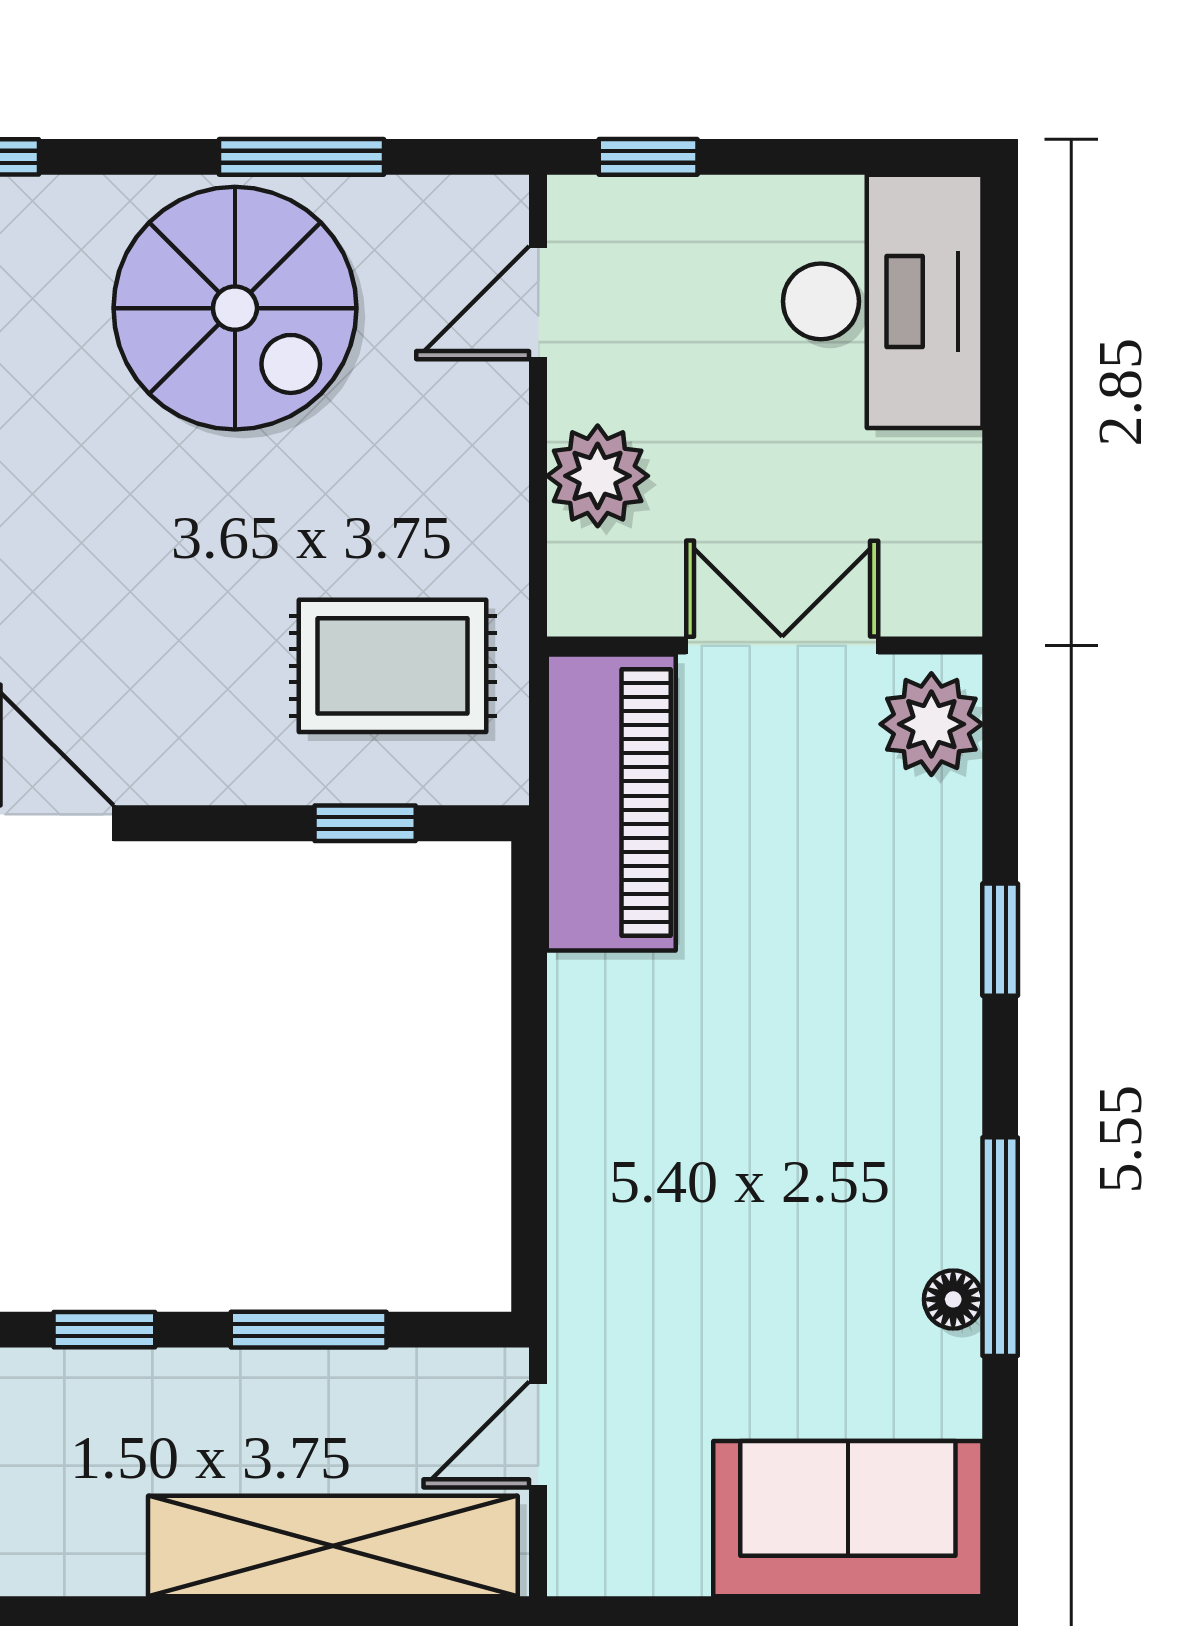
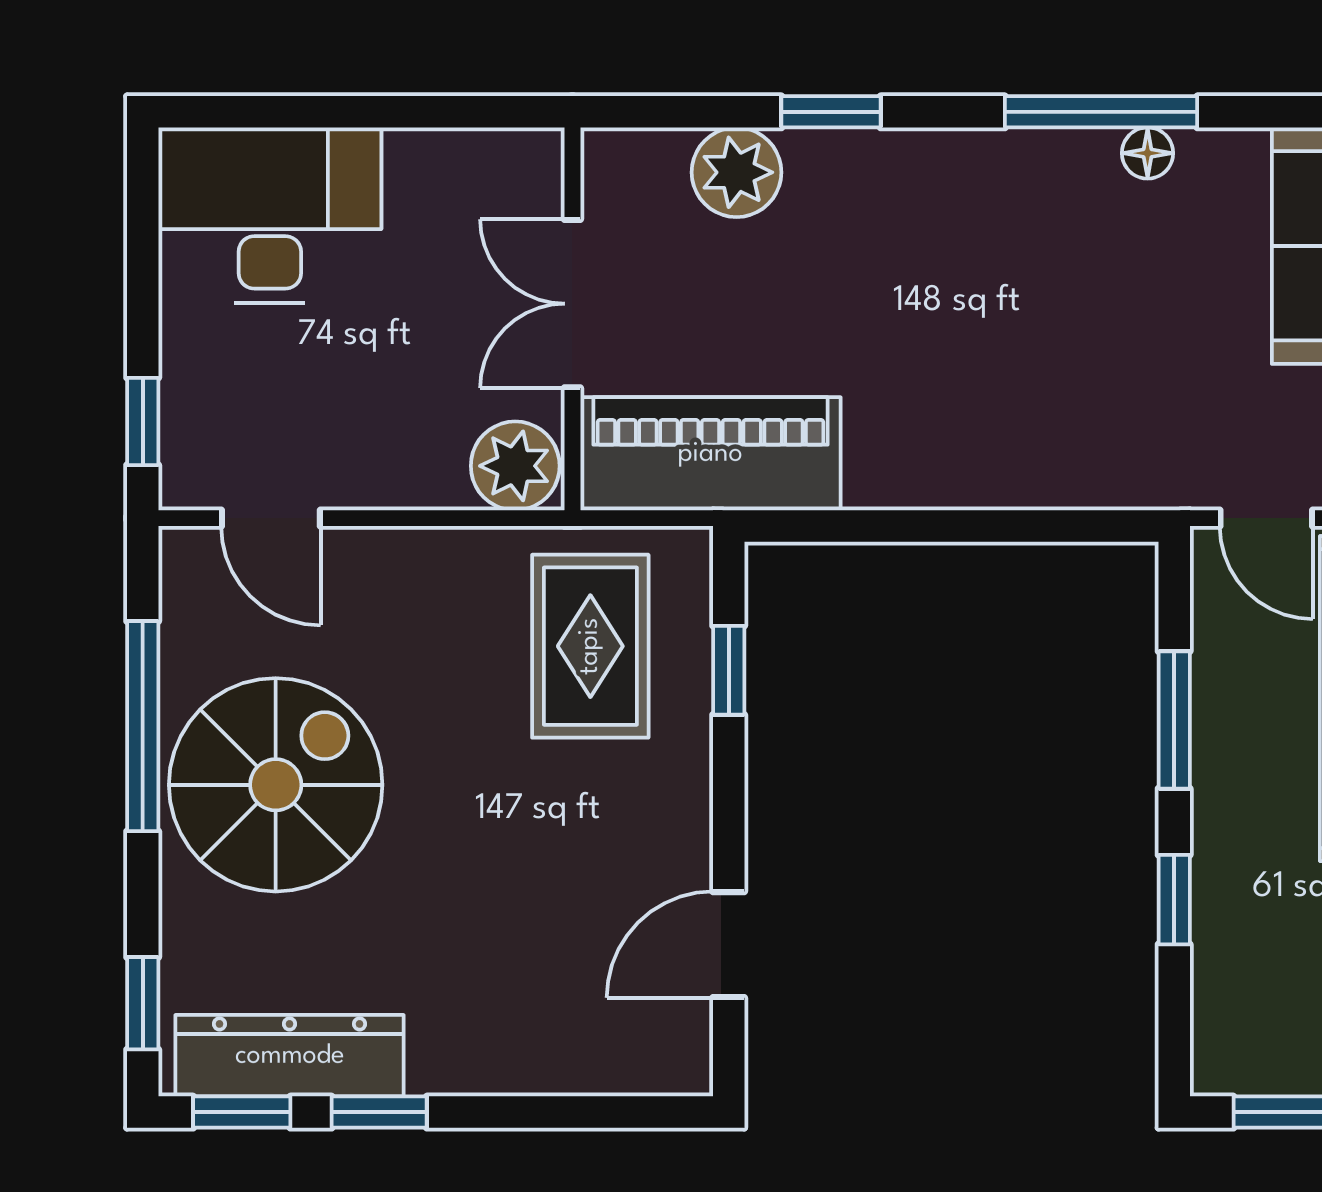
window: (302, 157) -> (143, 726), width x1.44
plant: (598, 476) -> (515, 466), moved
plant: (931, 724) -> (737, 172), moved

